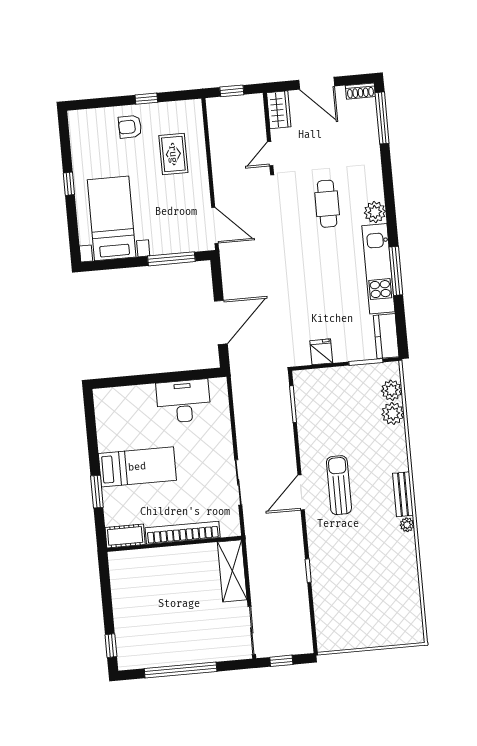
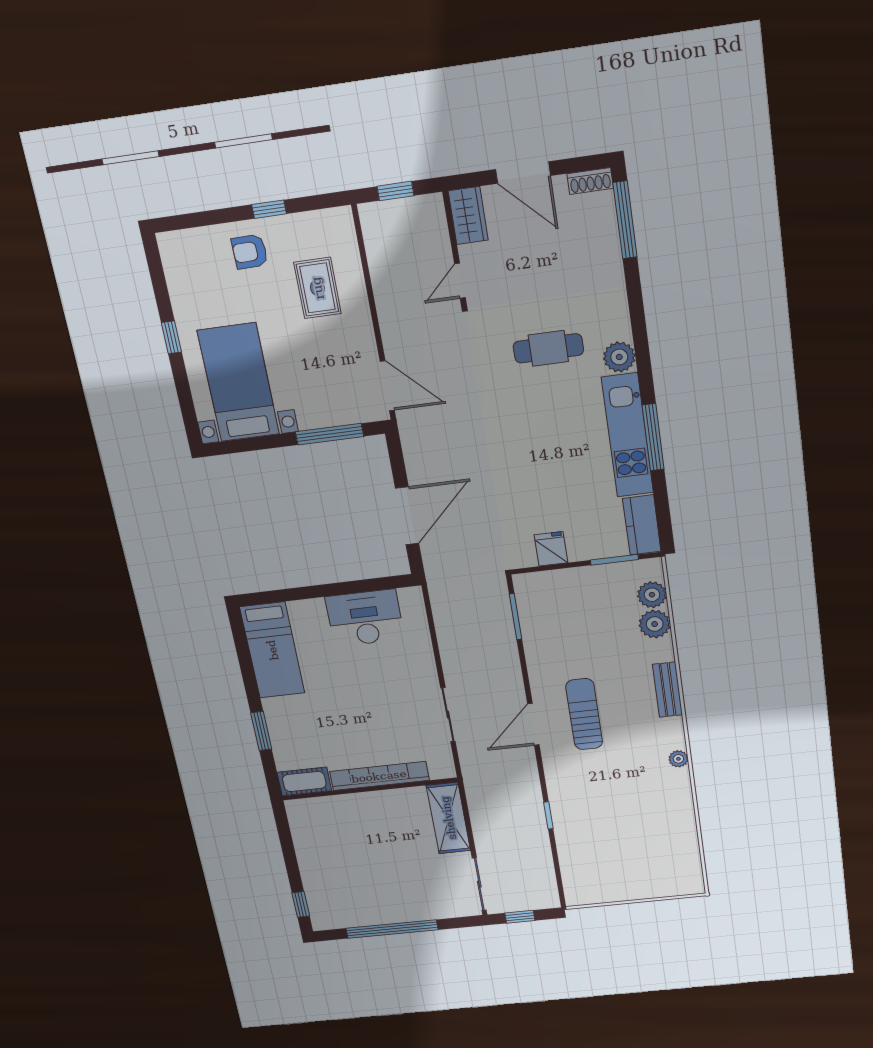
cafe table: (327, 204) -> (548, 348), turned 90
bed: (137, 467) -> (272, 650), moved, turned 90
bench: (403, 494) -> (668, 690), moved

